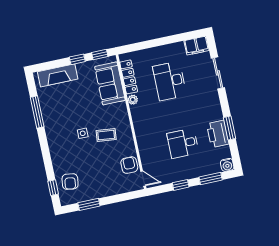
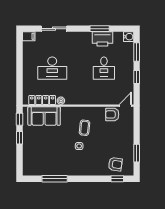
filing cabinet: (197, 46) -> (29, 36), width x0.50
fireplace: (58, 75) -> (29, 156), removed

